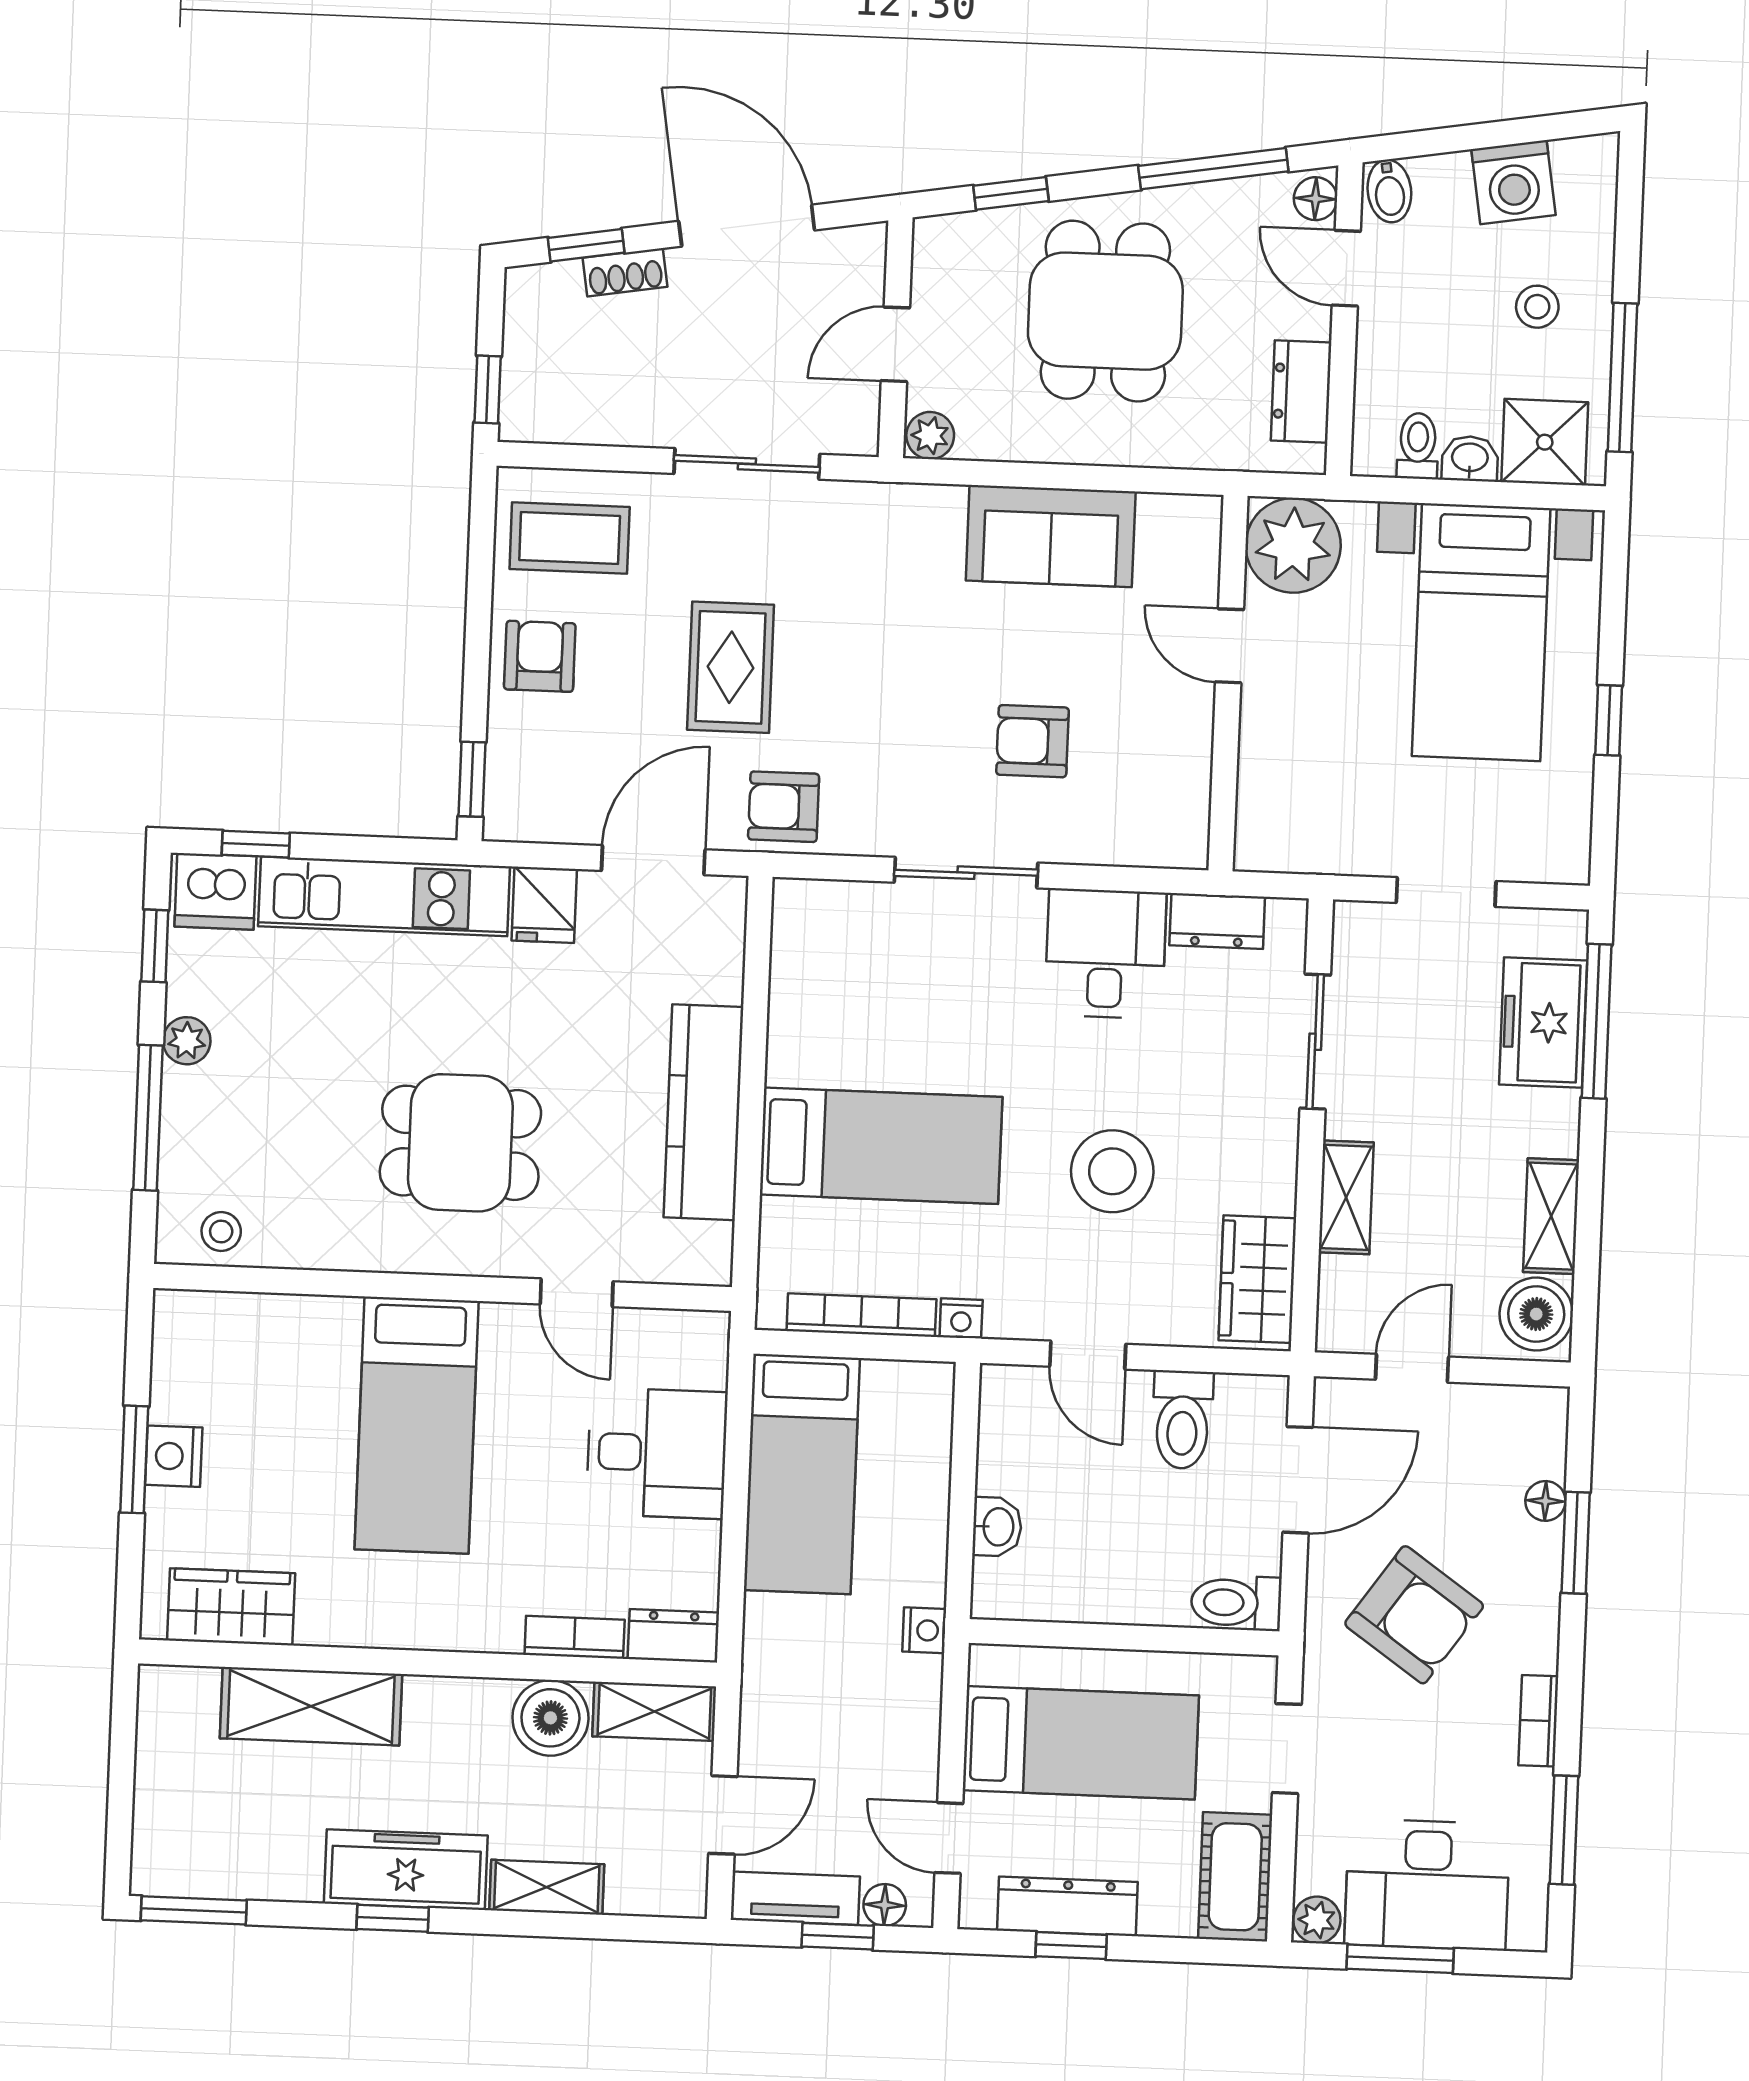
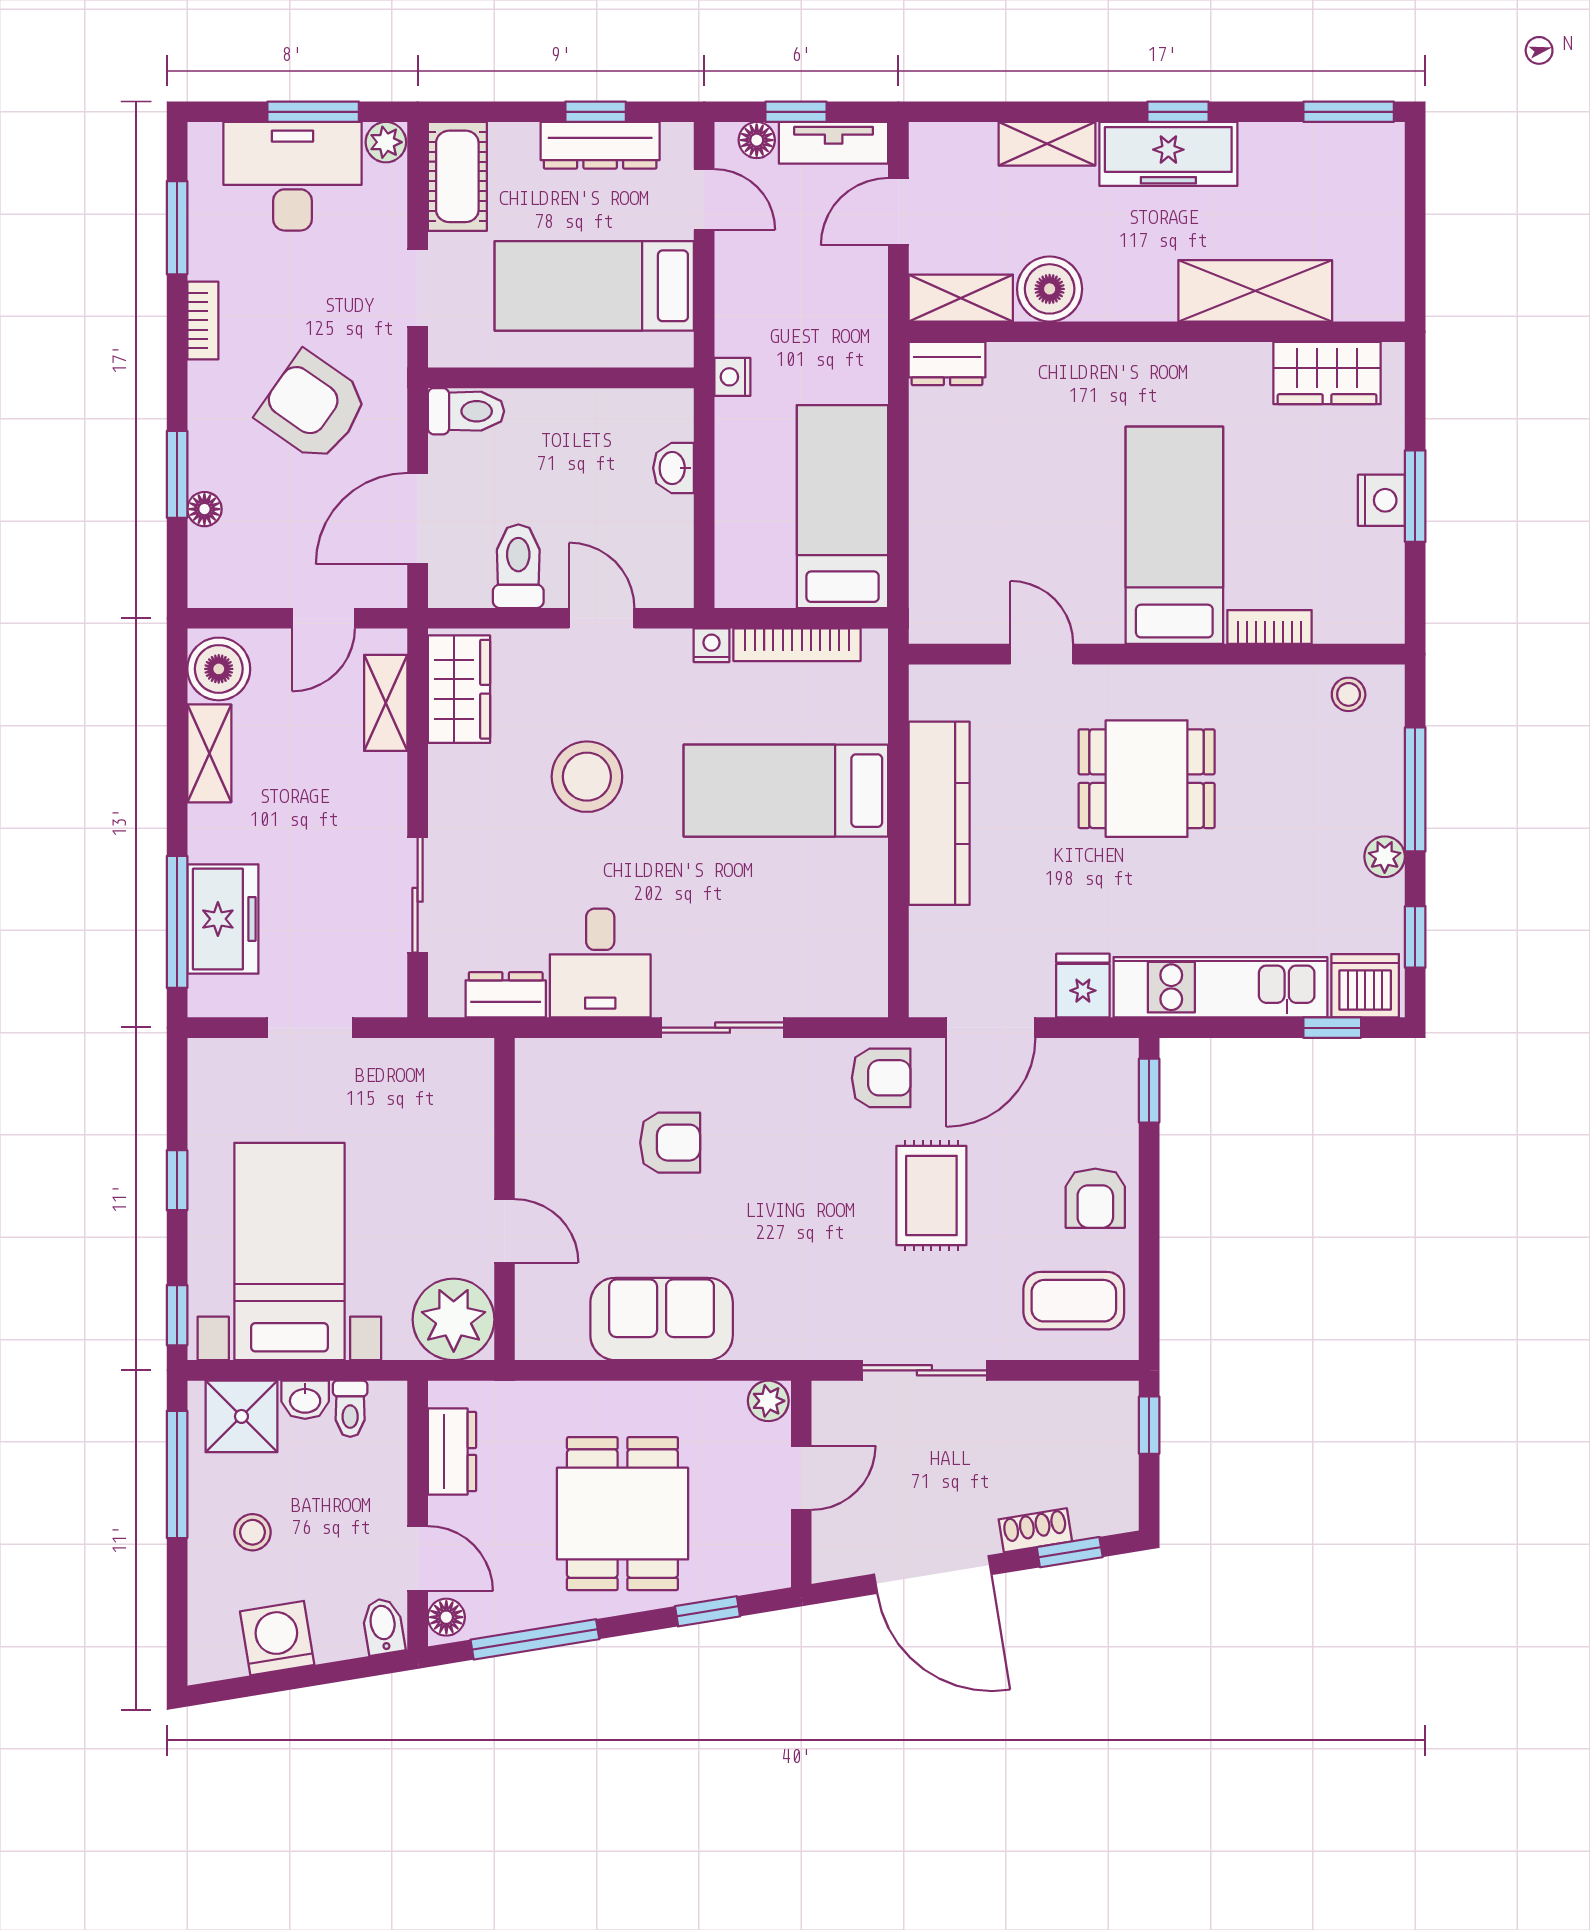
window: (1615, 563) -> (177, 1315), added
shelving: (1346, 1197) -> (386, 703), moved
desk: (657, 1453) -> (968, 520), removed
bookcase: (575, 1637) -> (1270, 627), moved, turned 180

